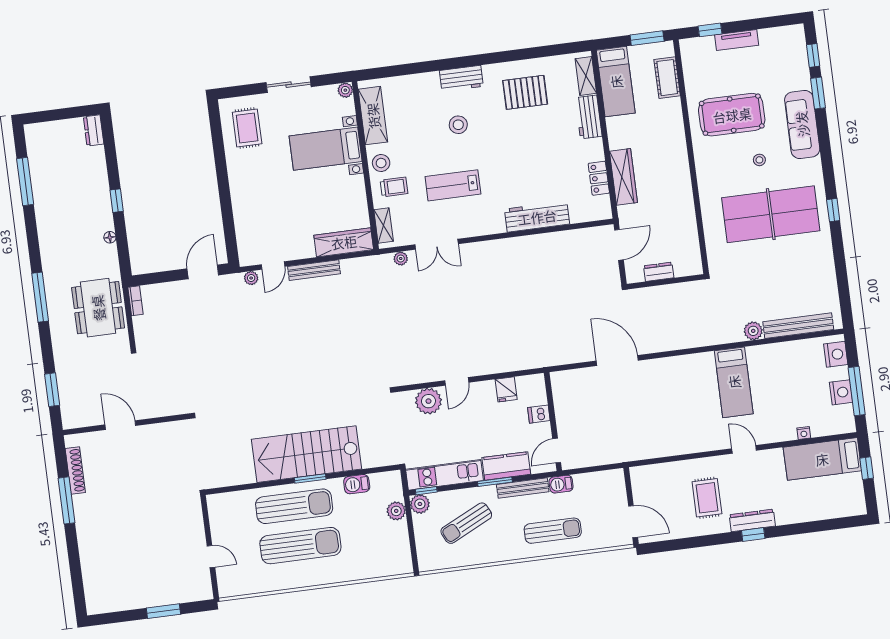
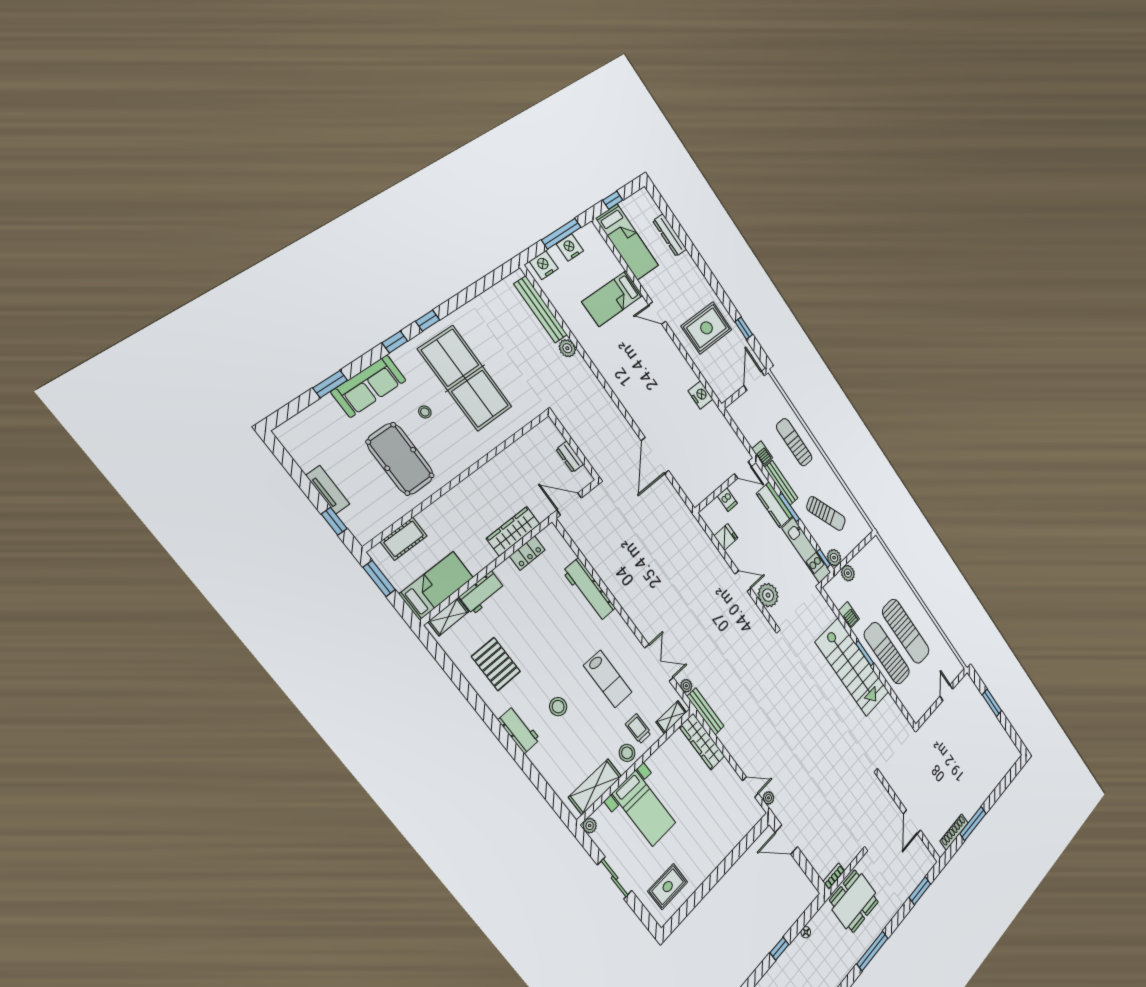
window: (813, 55) -> (395, 342), moved
bench: (314, 270) -> (705, 711), moved
bed: (734, 382) -> (613, 299), moved, turned 180
nightstand: (804, 433) -> (700, 395), moved, width x1.89, depth x1.79
door: (744, 449) -> (657, 313), hinge flipped
rug: (707, 498) -> (707, 328), width x1.36, depth x1.43
dresser: (752, 520) -> (670, 235), moved
window: (753, 534) -> (744, 328), moved
sun lounger: (300, 546) -> (906, 631), turned 180

